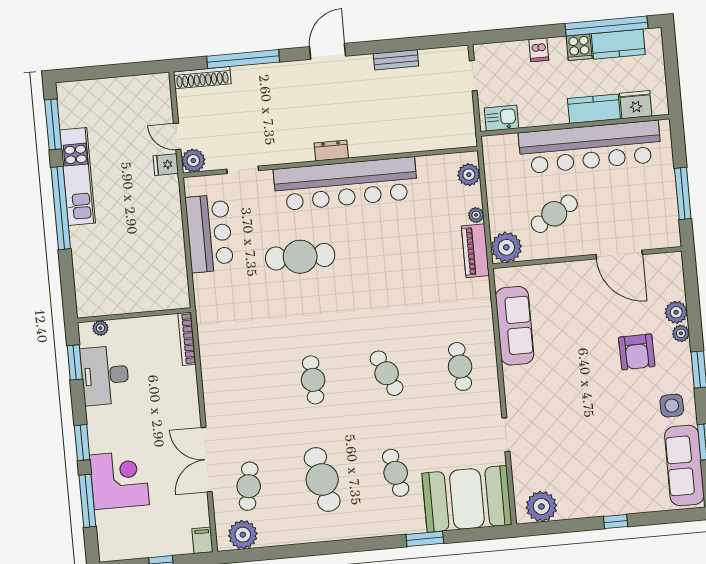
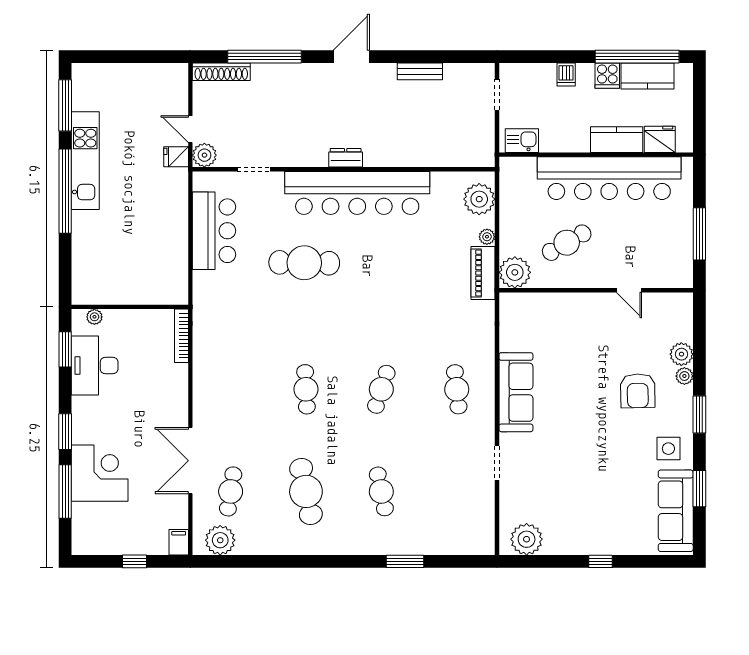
plant: (469, 175) -> (479, 199), width x1.36, depth x1.36
door: (619, 255) -> (629, 290), width x0.53
sofa: (515, 326) -> (516, 392), moved
cafe table: (387, 373) -> (381, 389), turned 42
booth: (467, 499) -> (451, 525), removed

